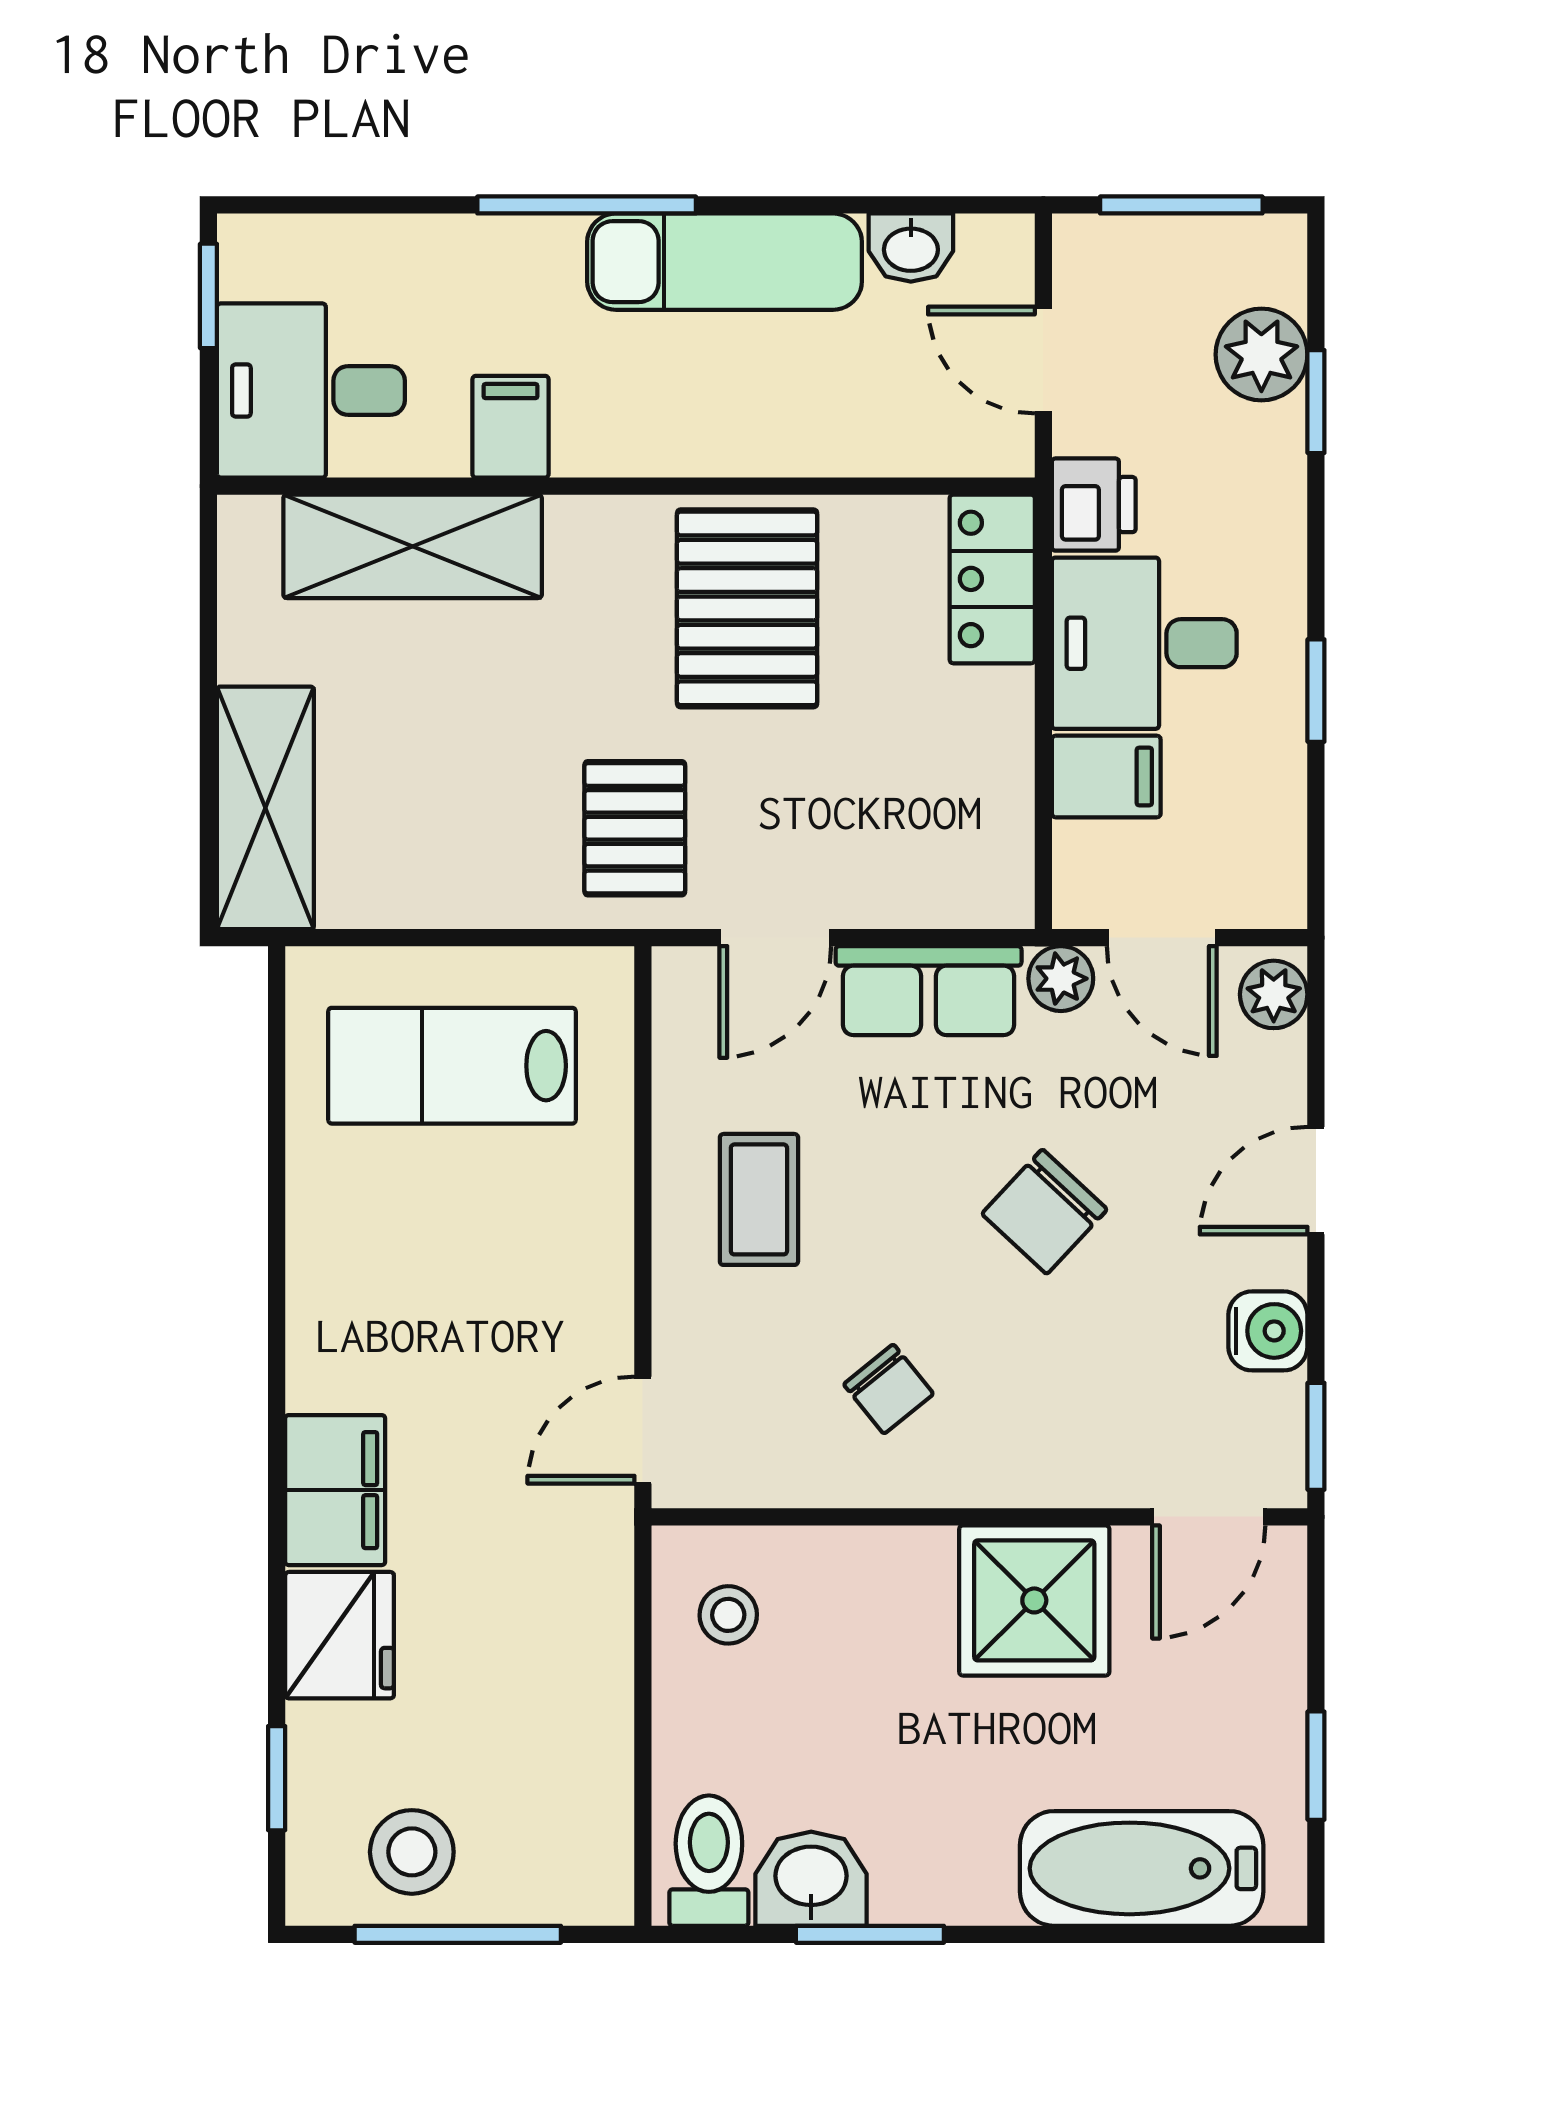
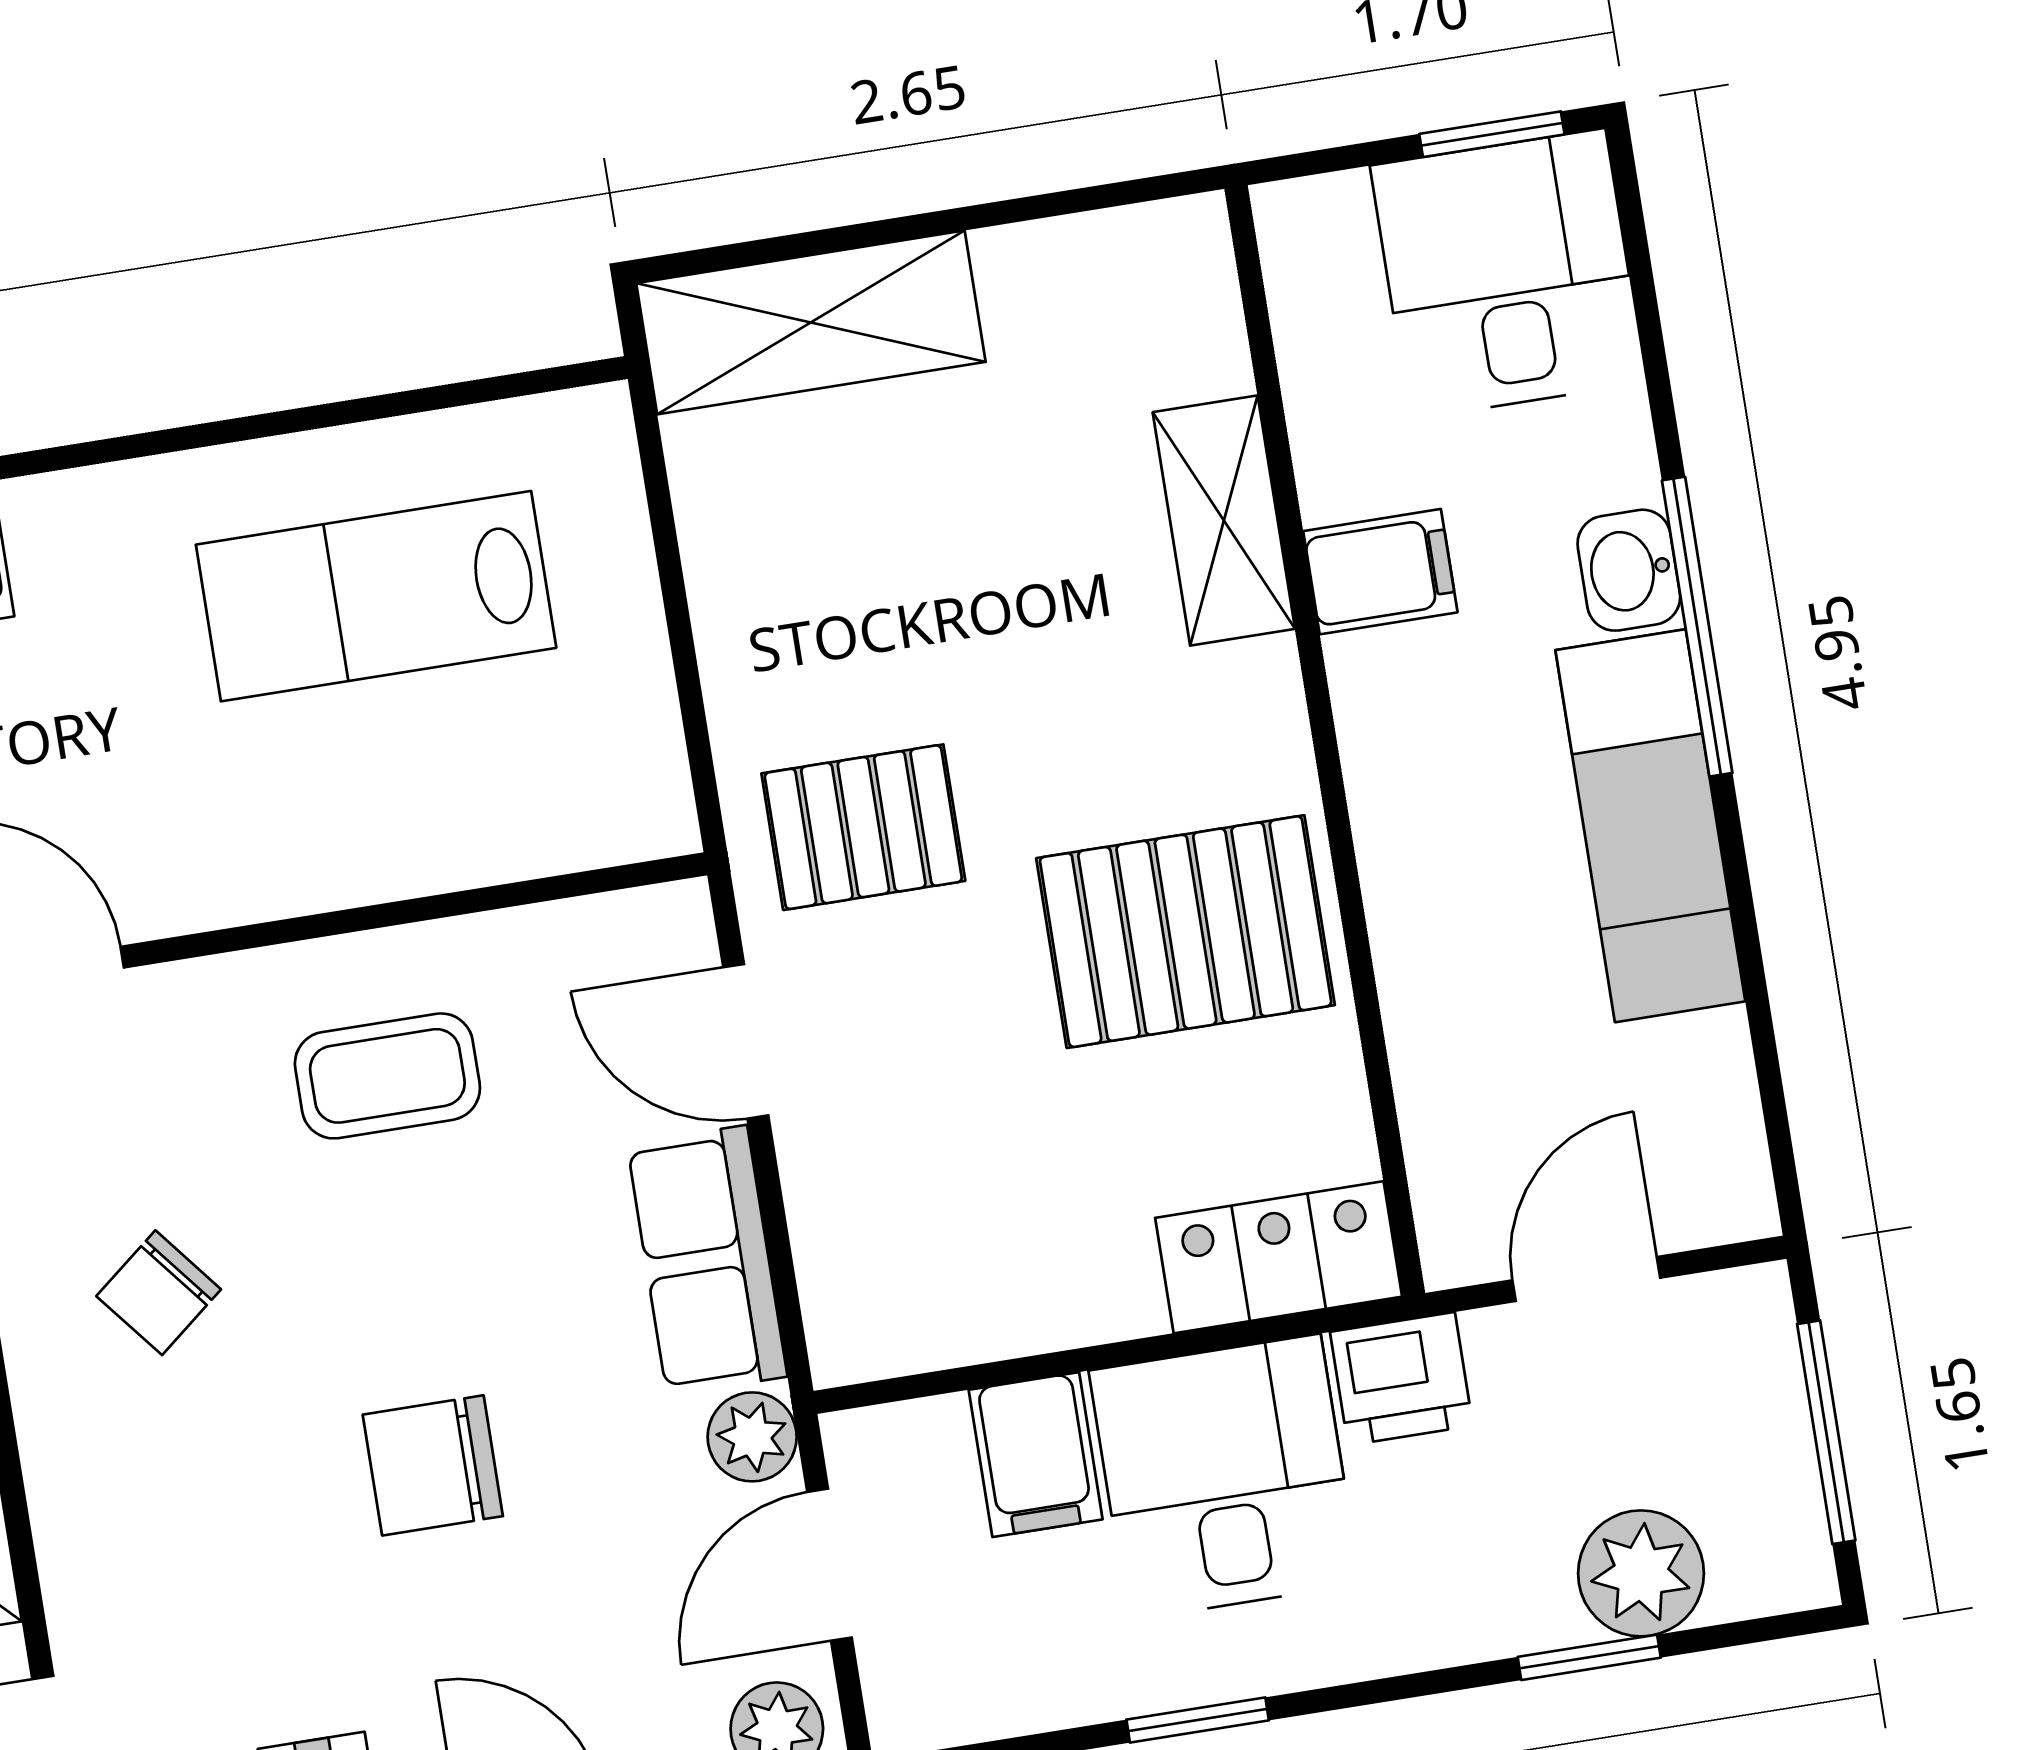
washbasin: (911, 248) -> (1629, 570), moved
desk: (311, 391) -> (1508, 274), moved
shelving: (413, 546) -> (1224, 521), width x0.67, depth x0.75
lab bench: (452, 1066) -> (376, 596), moved, turned -90
chair: (1044, 1212) -> (433, 1465), turned -43

